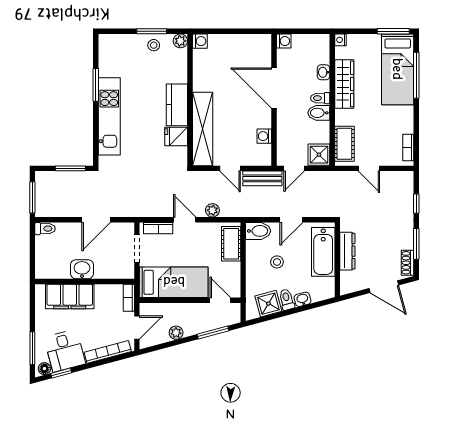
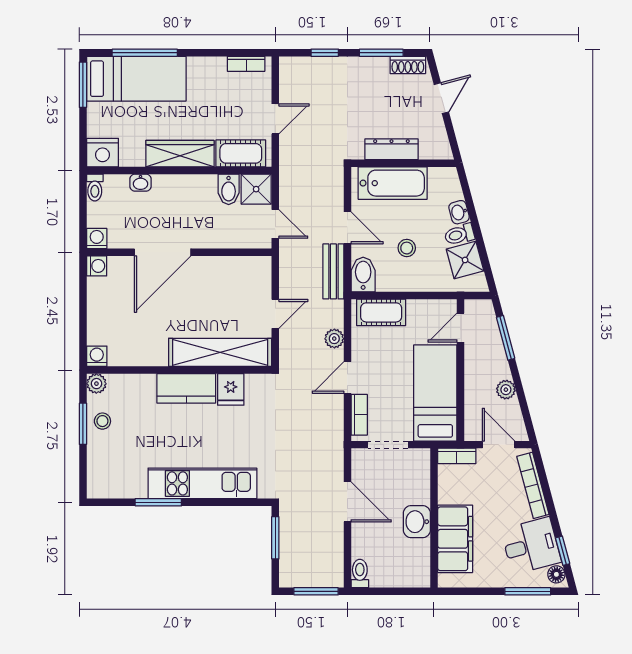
nightstand: (340, 40) -> (103, 153), width x1.89, depth x1.79
wardrobe: (344, 84) -> (180, 154), moved
toilet: (320, 98) -> (95, 188), moved
bidet: (319, 113) -> (229, 189), moved
washing machine: (264, 136) -> (97, 266), moved, turned -90
bench: (262, 178) -> (333, 271), moved
door: (384, 287) -> (441, 98), width x0.73

